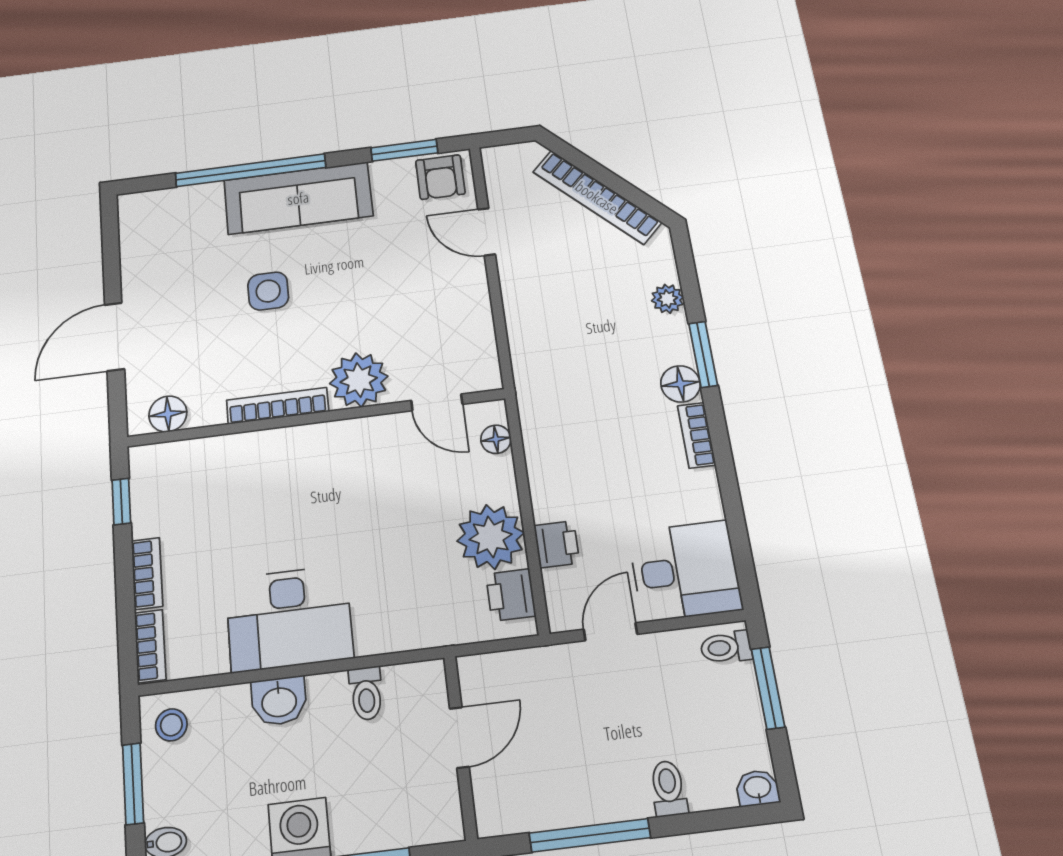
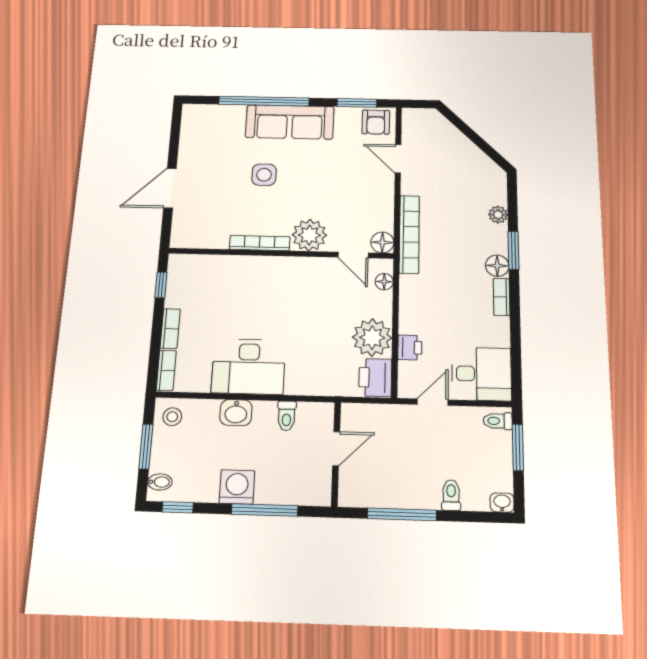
bookcase: (597, 197) -> (409, 234), moved, turned -135
floor lamp: (168, 414) -> (382, 242), moved
printer: (511, 595) -> (375, 378), width x1.36, depth x1.24

